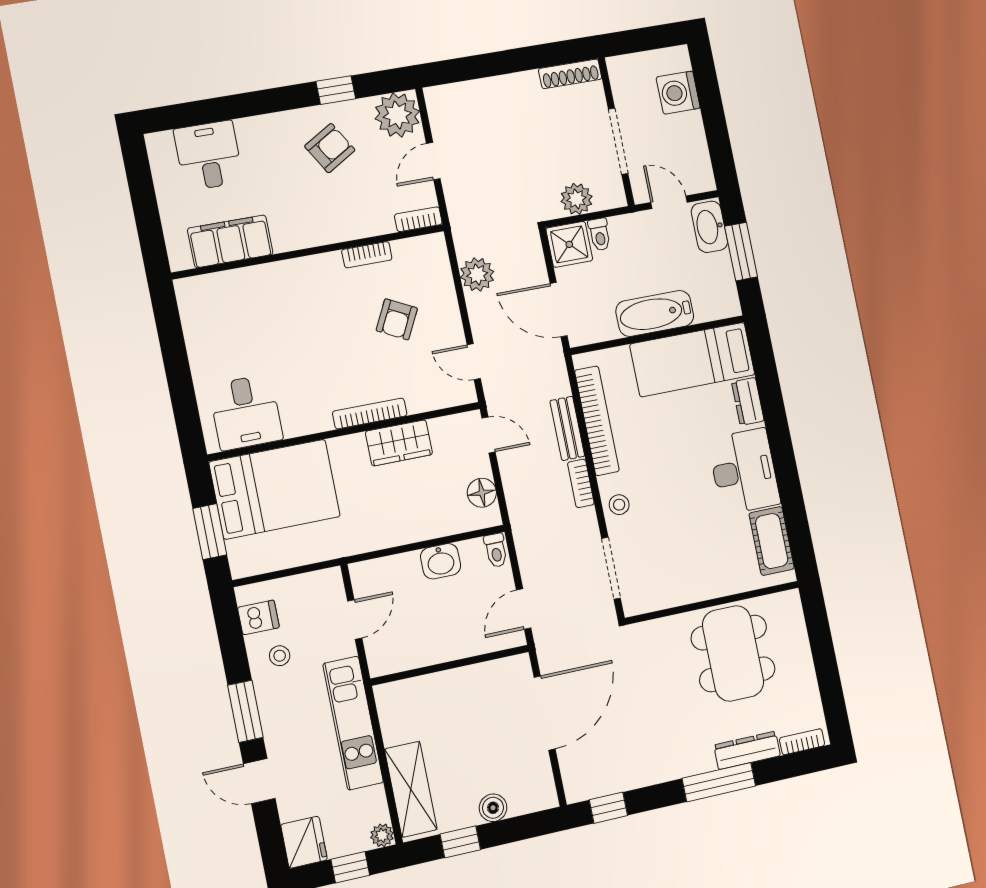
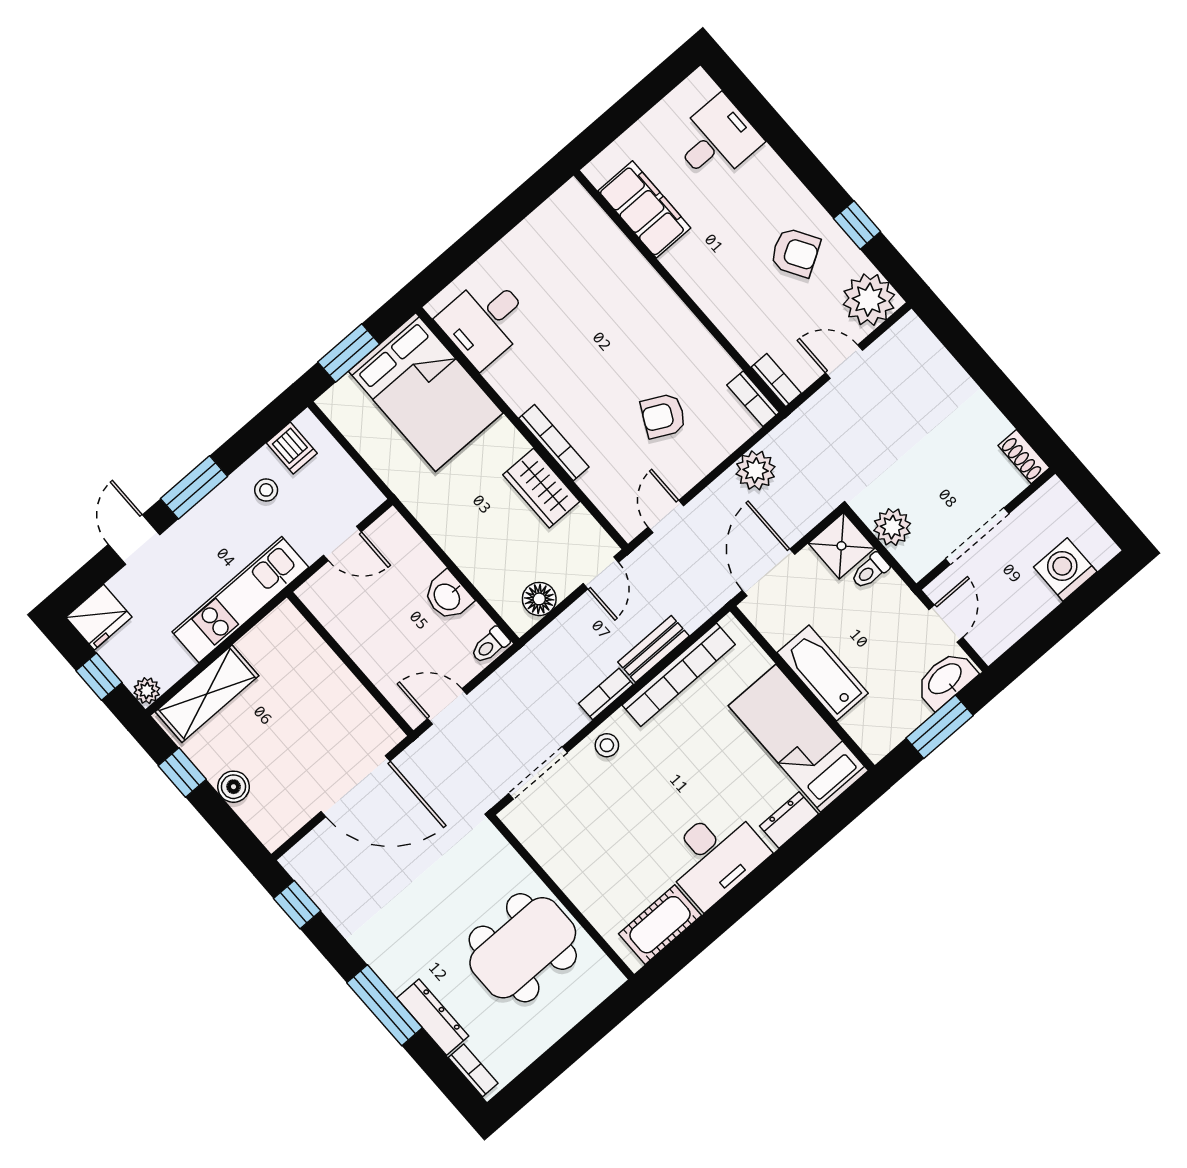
shoe rack: (570, 74) -> (1024, 457), width x0.70
bookcase: (367, 255) -> (753, 399), moved

